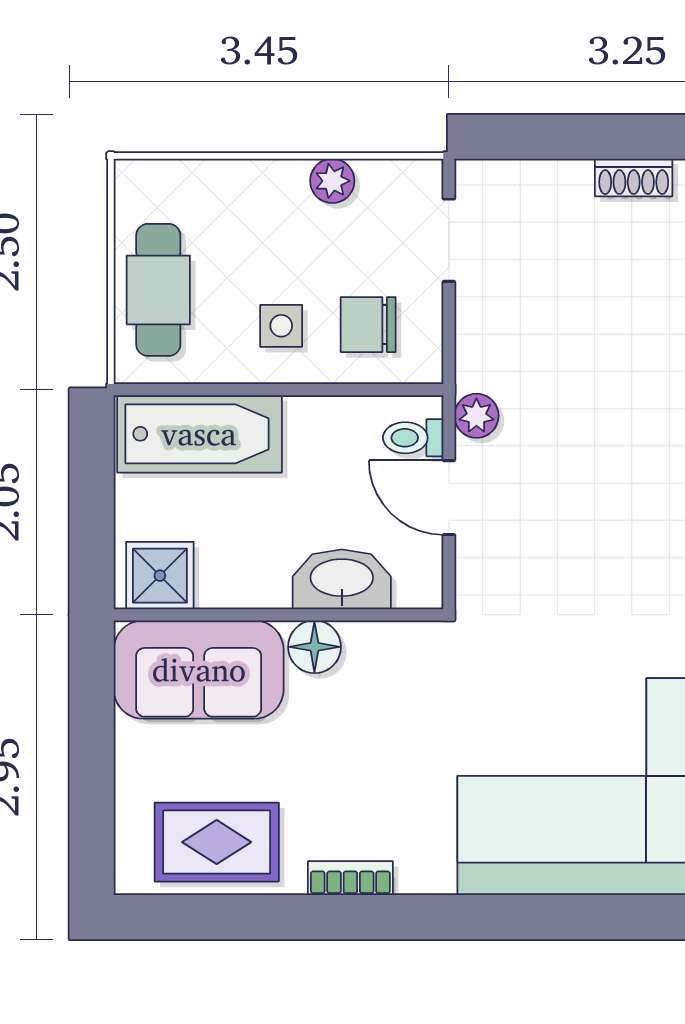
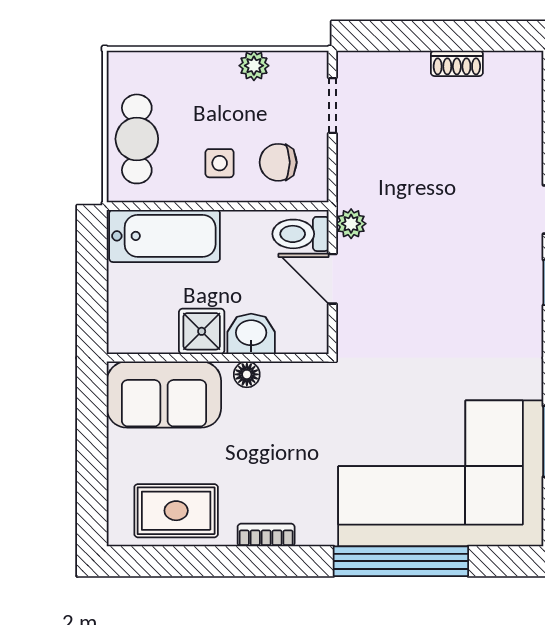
toilet: (413, 438) -> (301, 234), width x1.37, depth x1.39
shower: (160, 576) -> (202, 331), moved
washbasin: (342, 579) -> (251, 334), width x0.72
floor lamp: (314, 647) -> (247, 374), width x0.73, depth x0.73
window: (551, 917) -> (401, 561), added

